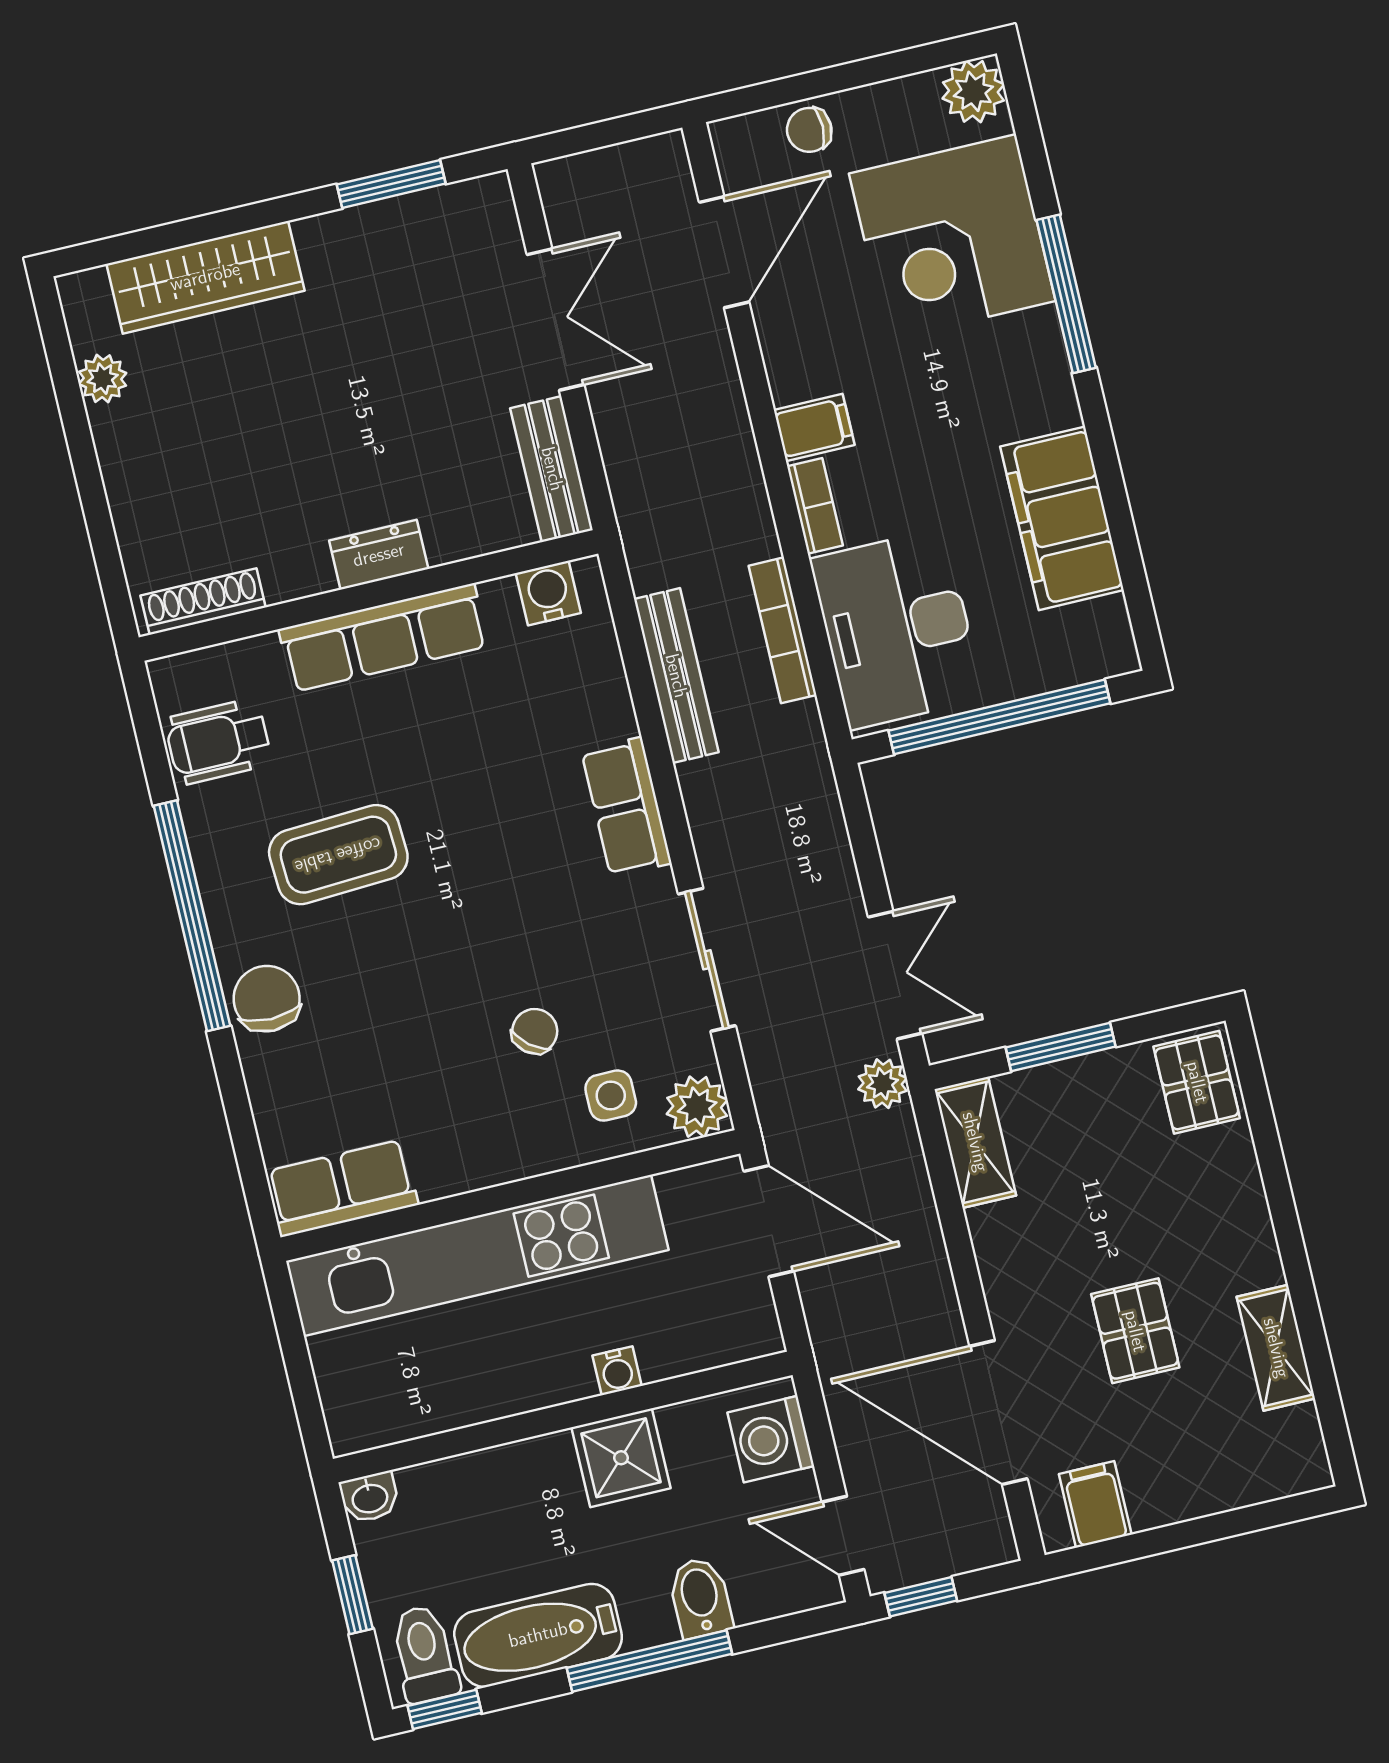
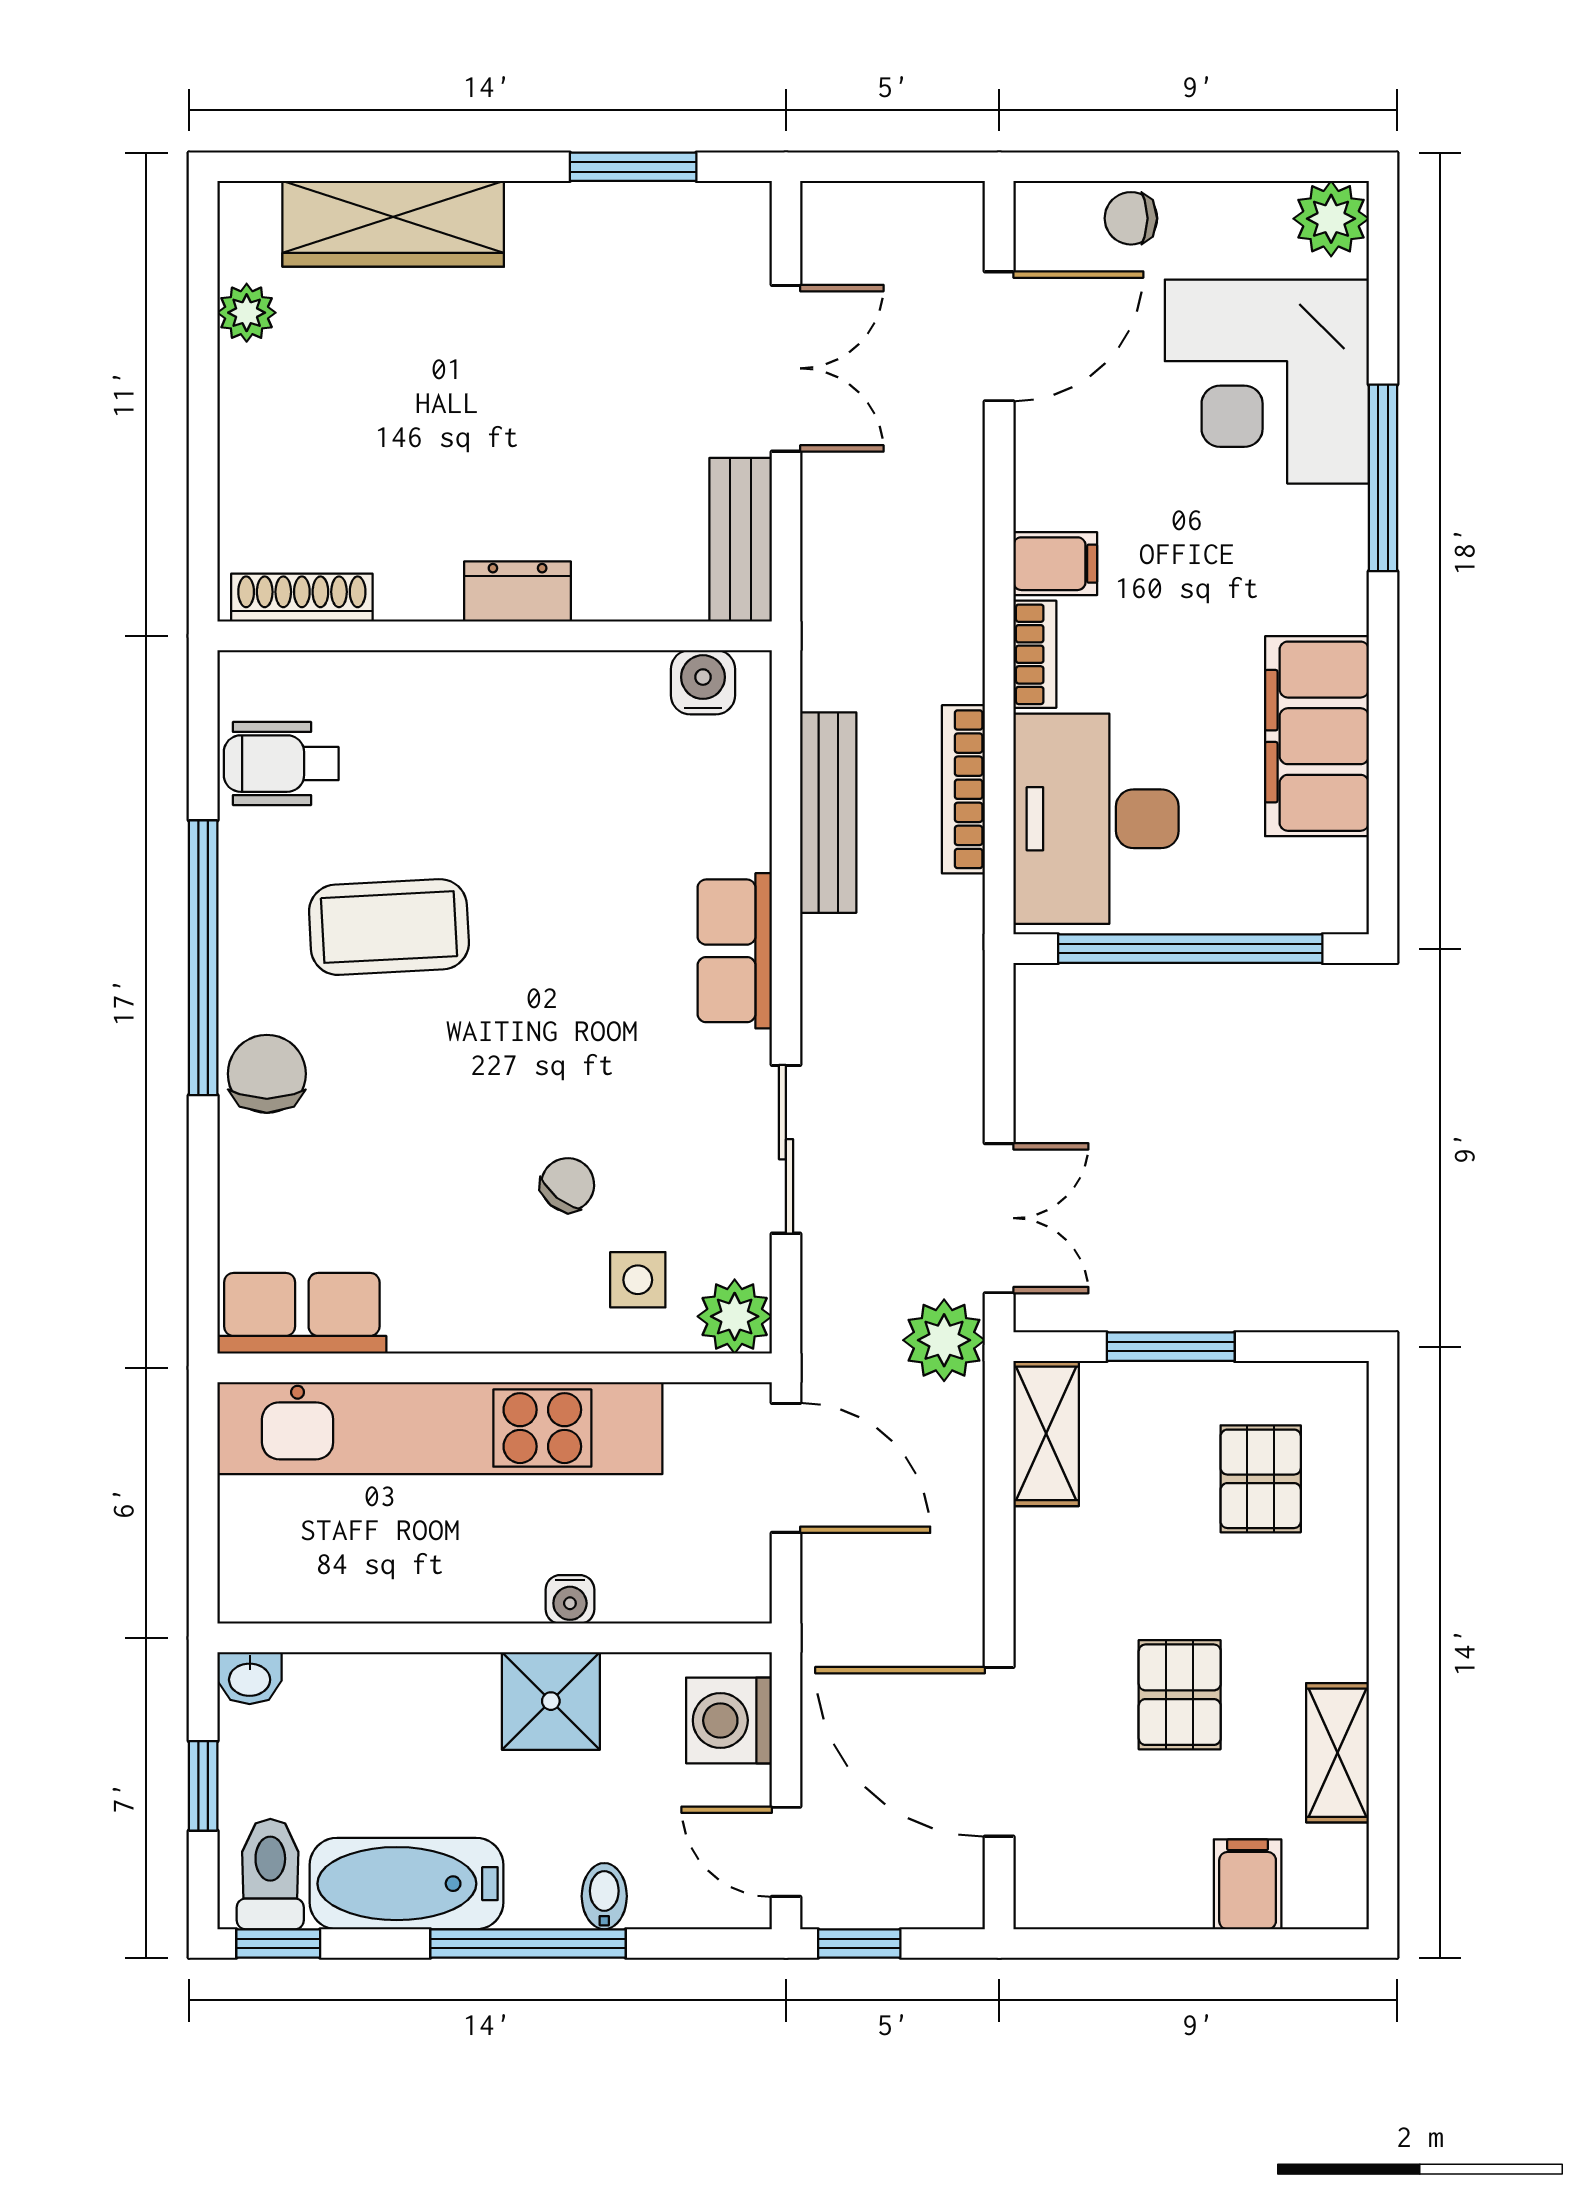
row of seats: (384, 638) -> (500, 689), removed
pallet: (1197, 1082) -> (1261, 1479), moved
plant: (883, 1084) -> (944, 1340), width x1.38, depth x1.38
filing cabinet: (1095, 1504) -> (1248, 1884), moved
bidet: (700, 1598) -> (604, 1896), width x0.72, depth x0.74

